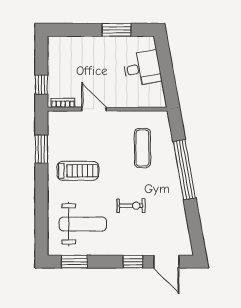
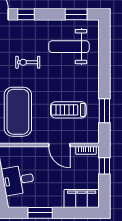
filing cabinet: (68, 47) -> (82, 199), added
exercise mat: (142, 148) -> (18, 112), width x2.00, depth x1.45
treadmill: (78, 171) -> (68, 110), moved

